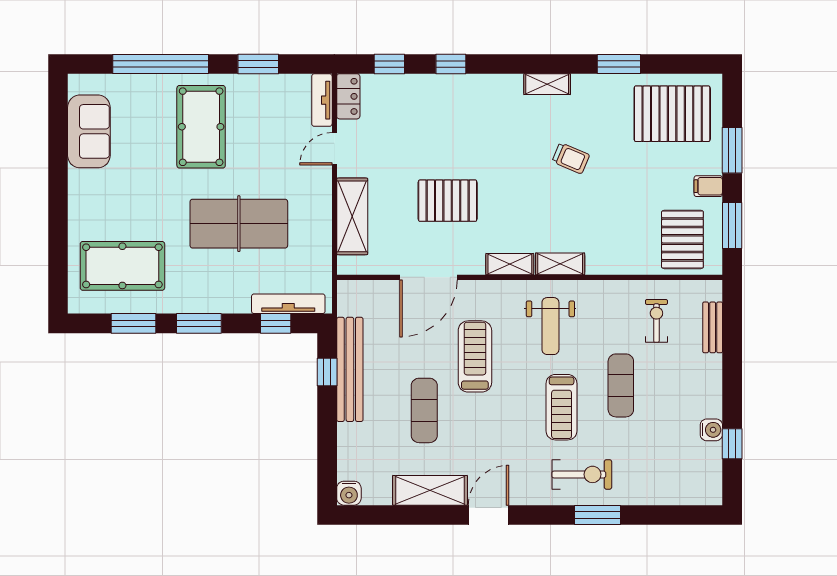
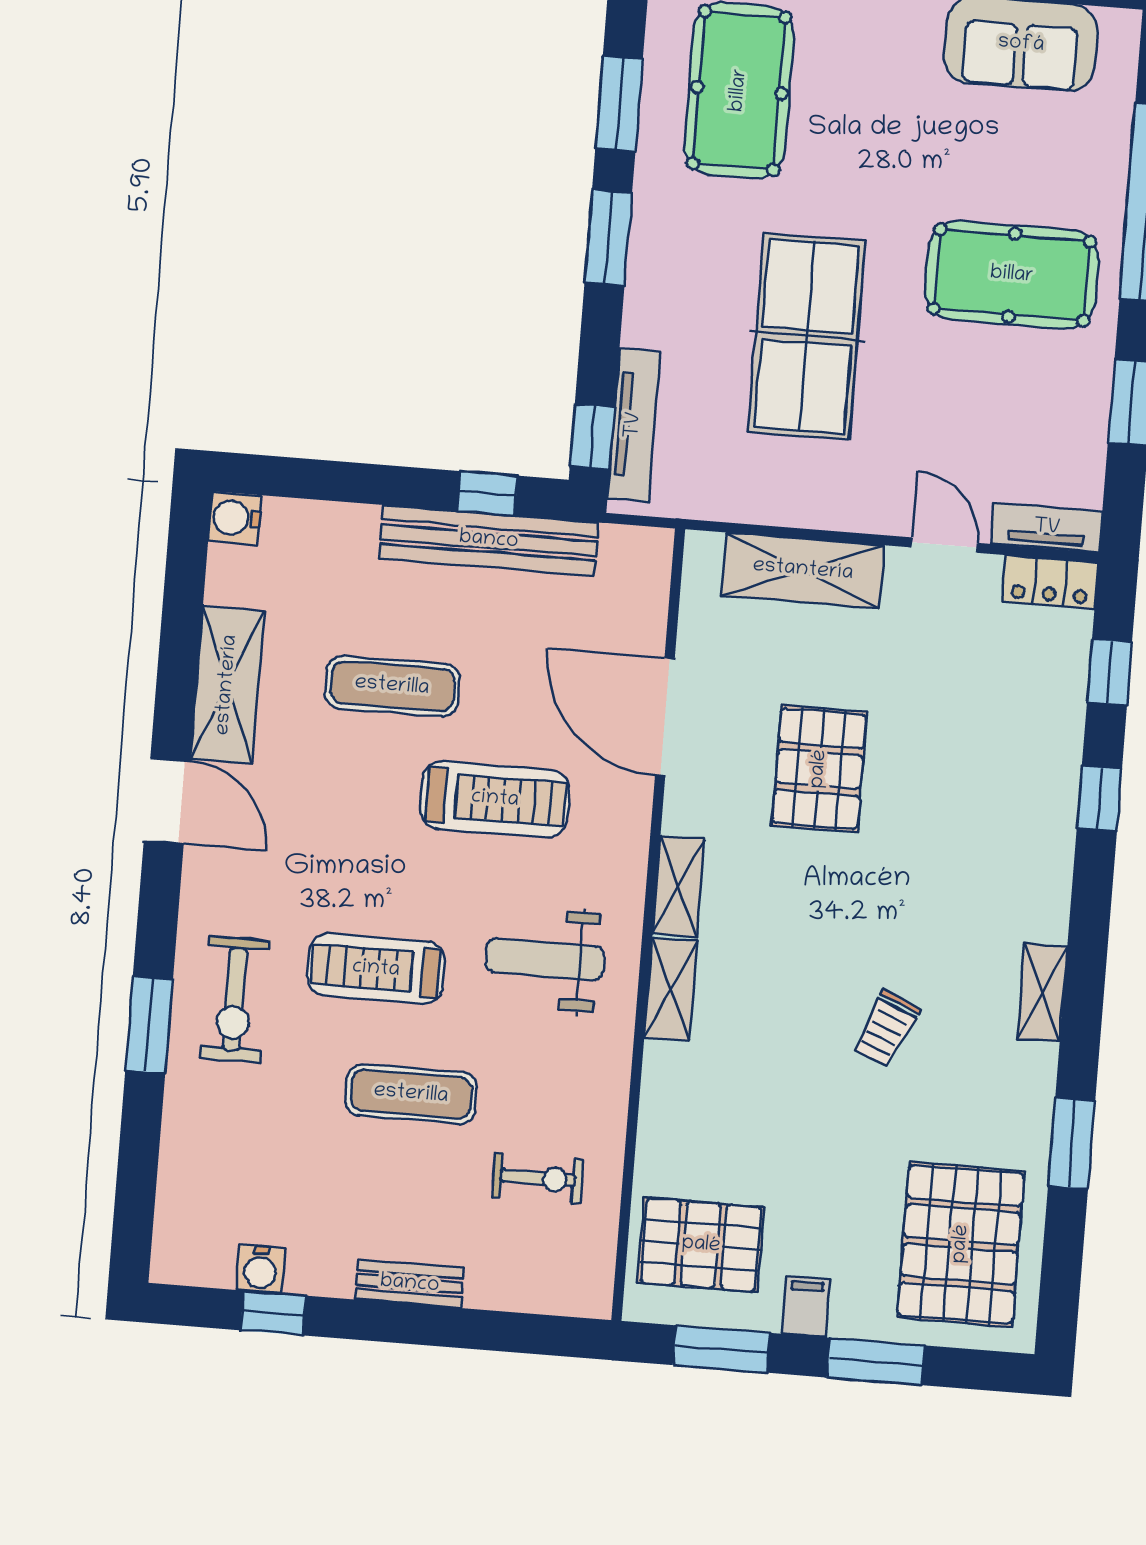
window: (276, 323) -> (592, 437), moved
bench: (713, 327) -> (410, 1284), moved
water cooler: (711, 430) -> (260, 1269), moved

